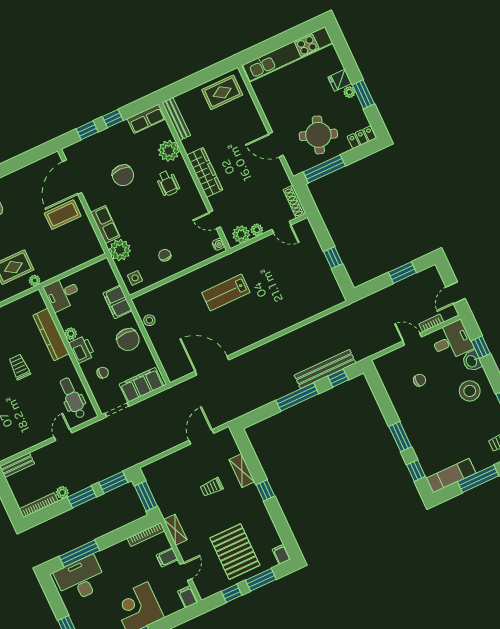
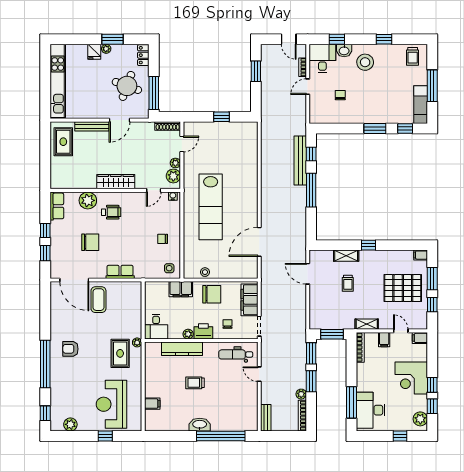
bench: (176, 119) -> (92, 126), moved
plant: (120, 250) -> (144, 270), removed
lab bench: (226, 292) -> (211, 207), width x1.86, depth x1.39

